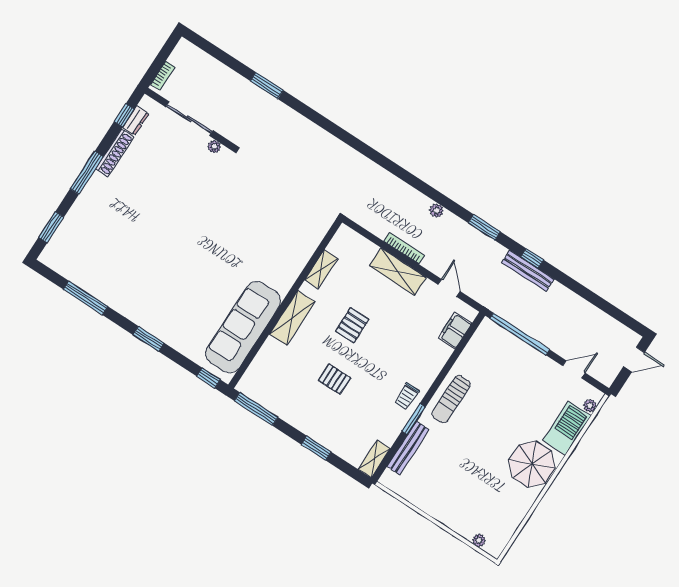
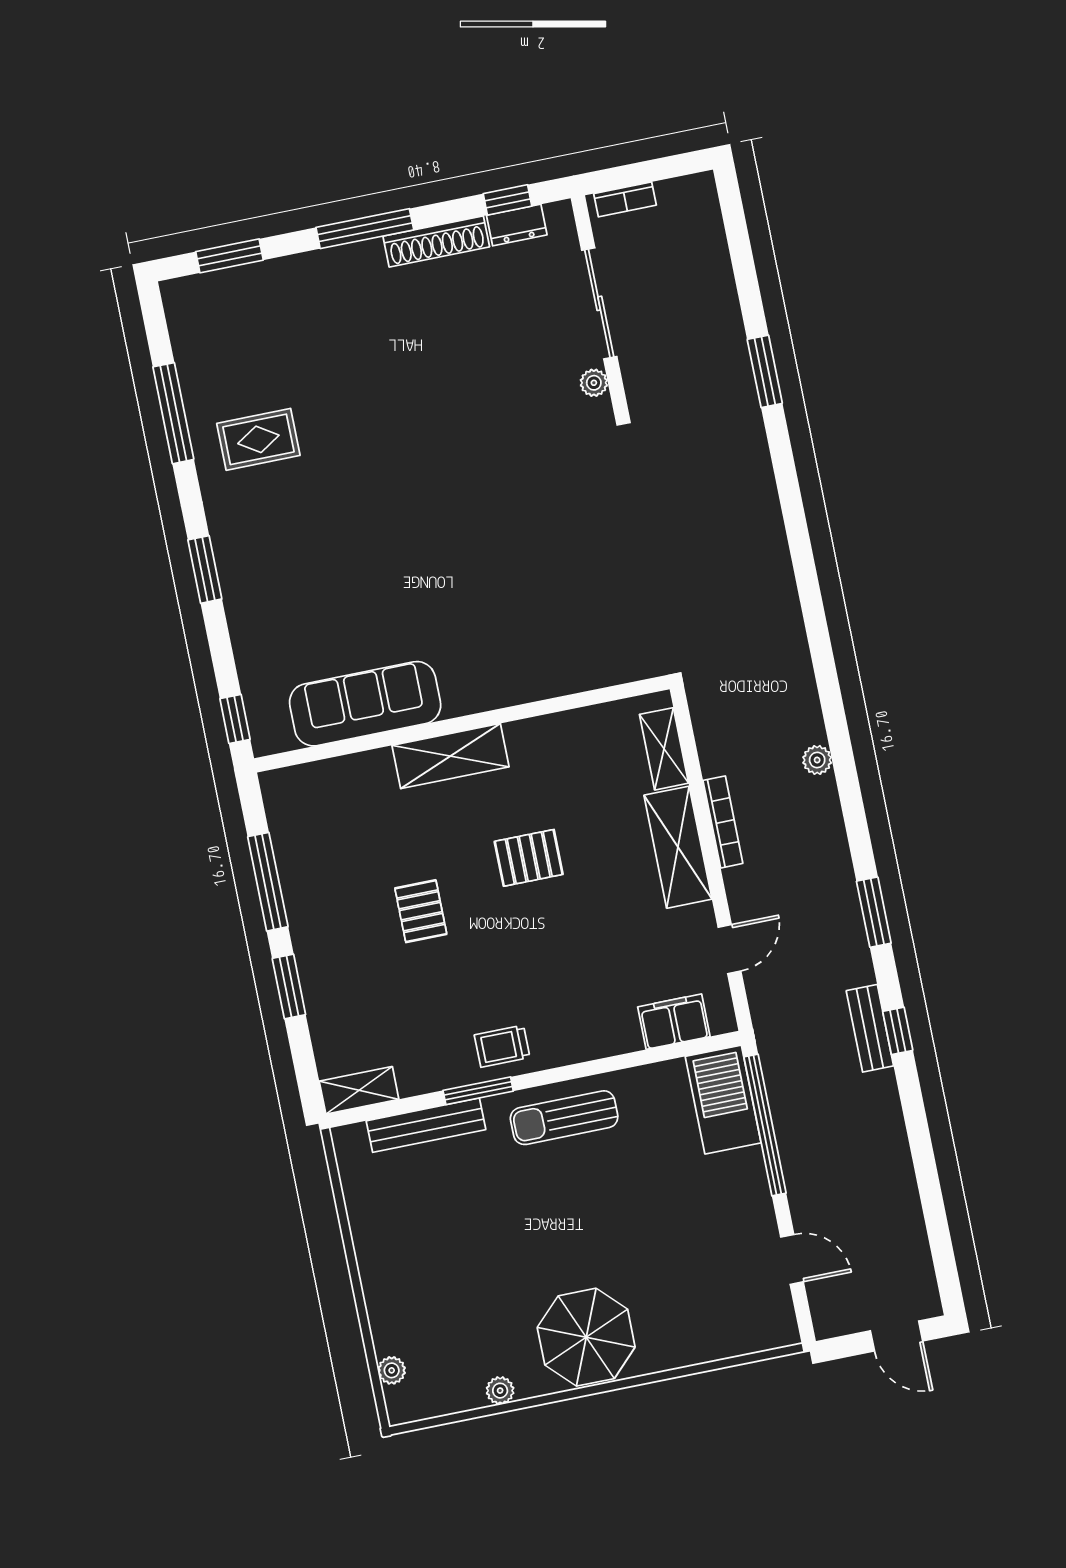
plant: (437, 211) -> (817, 760), moved
shelving: (321, 269) -> (664, 749), moved, turned 90
bench: (528, 271) -> (870, 1028), width x0.73
rug: (122, 278) -> (258, 439), added
sofa: (243, 327) -> (365, 704), width x0.74, depth x0.79
plant: (590, 406) -> (500, 1391), moved
window: (256, 409) -> (268, 882), moved
barbecue: (567, 428) -> (723, 1100), moved, turned -90

